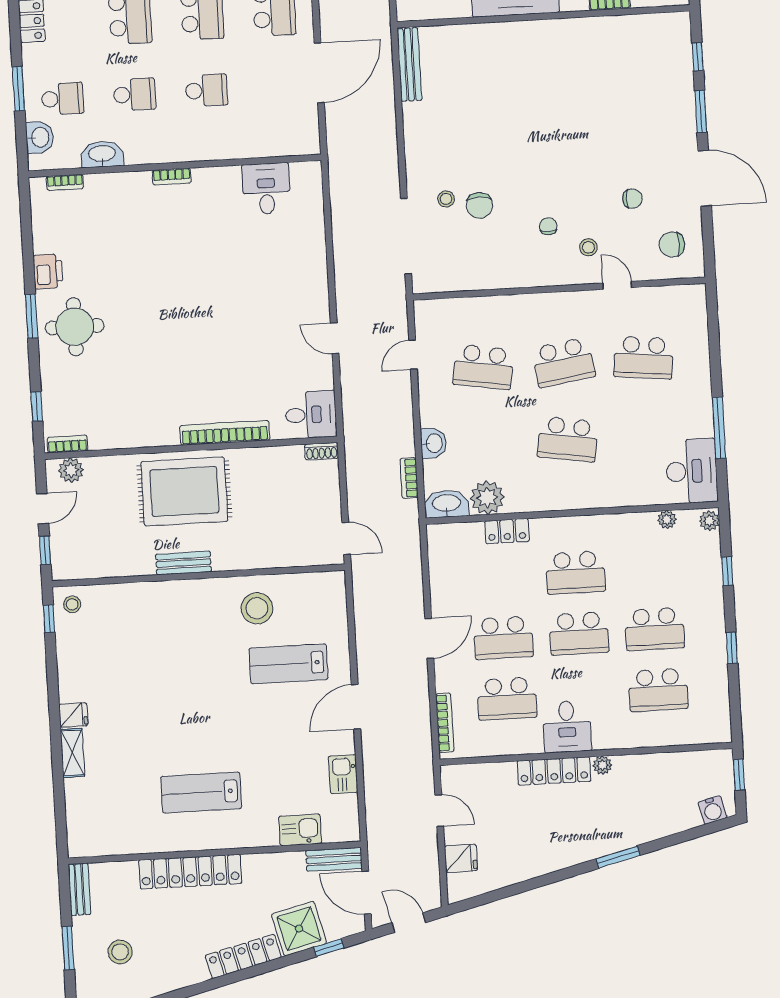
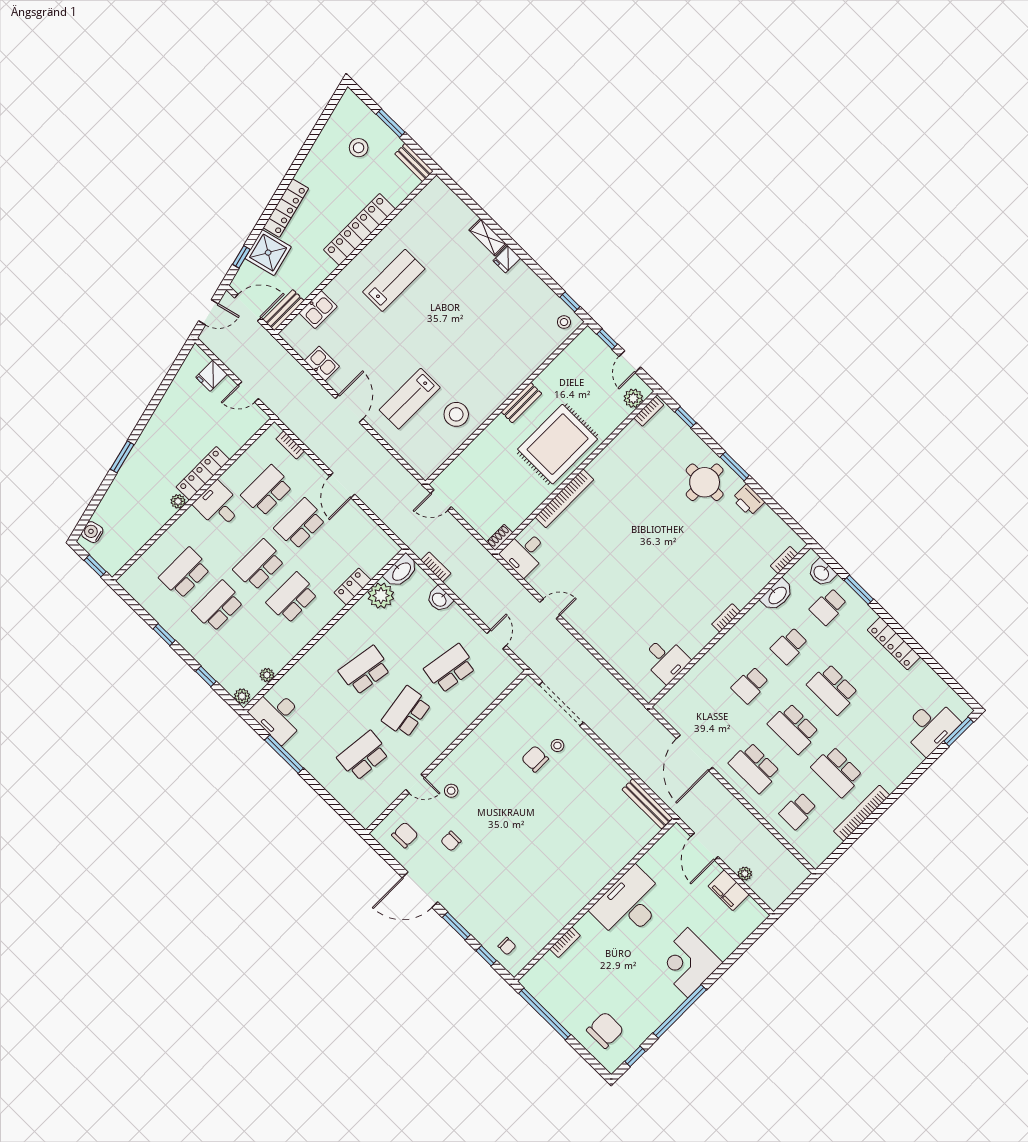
chair: (548, 226) -> (507, 946), moved
lab bench: (288, 664) -> (410, 399), turned 180
bookcase: (445, 723) -> (290, 445), width x0.64

